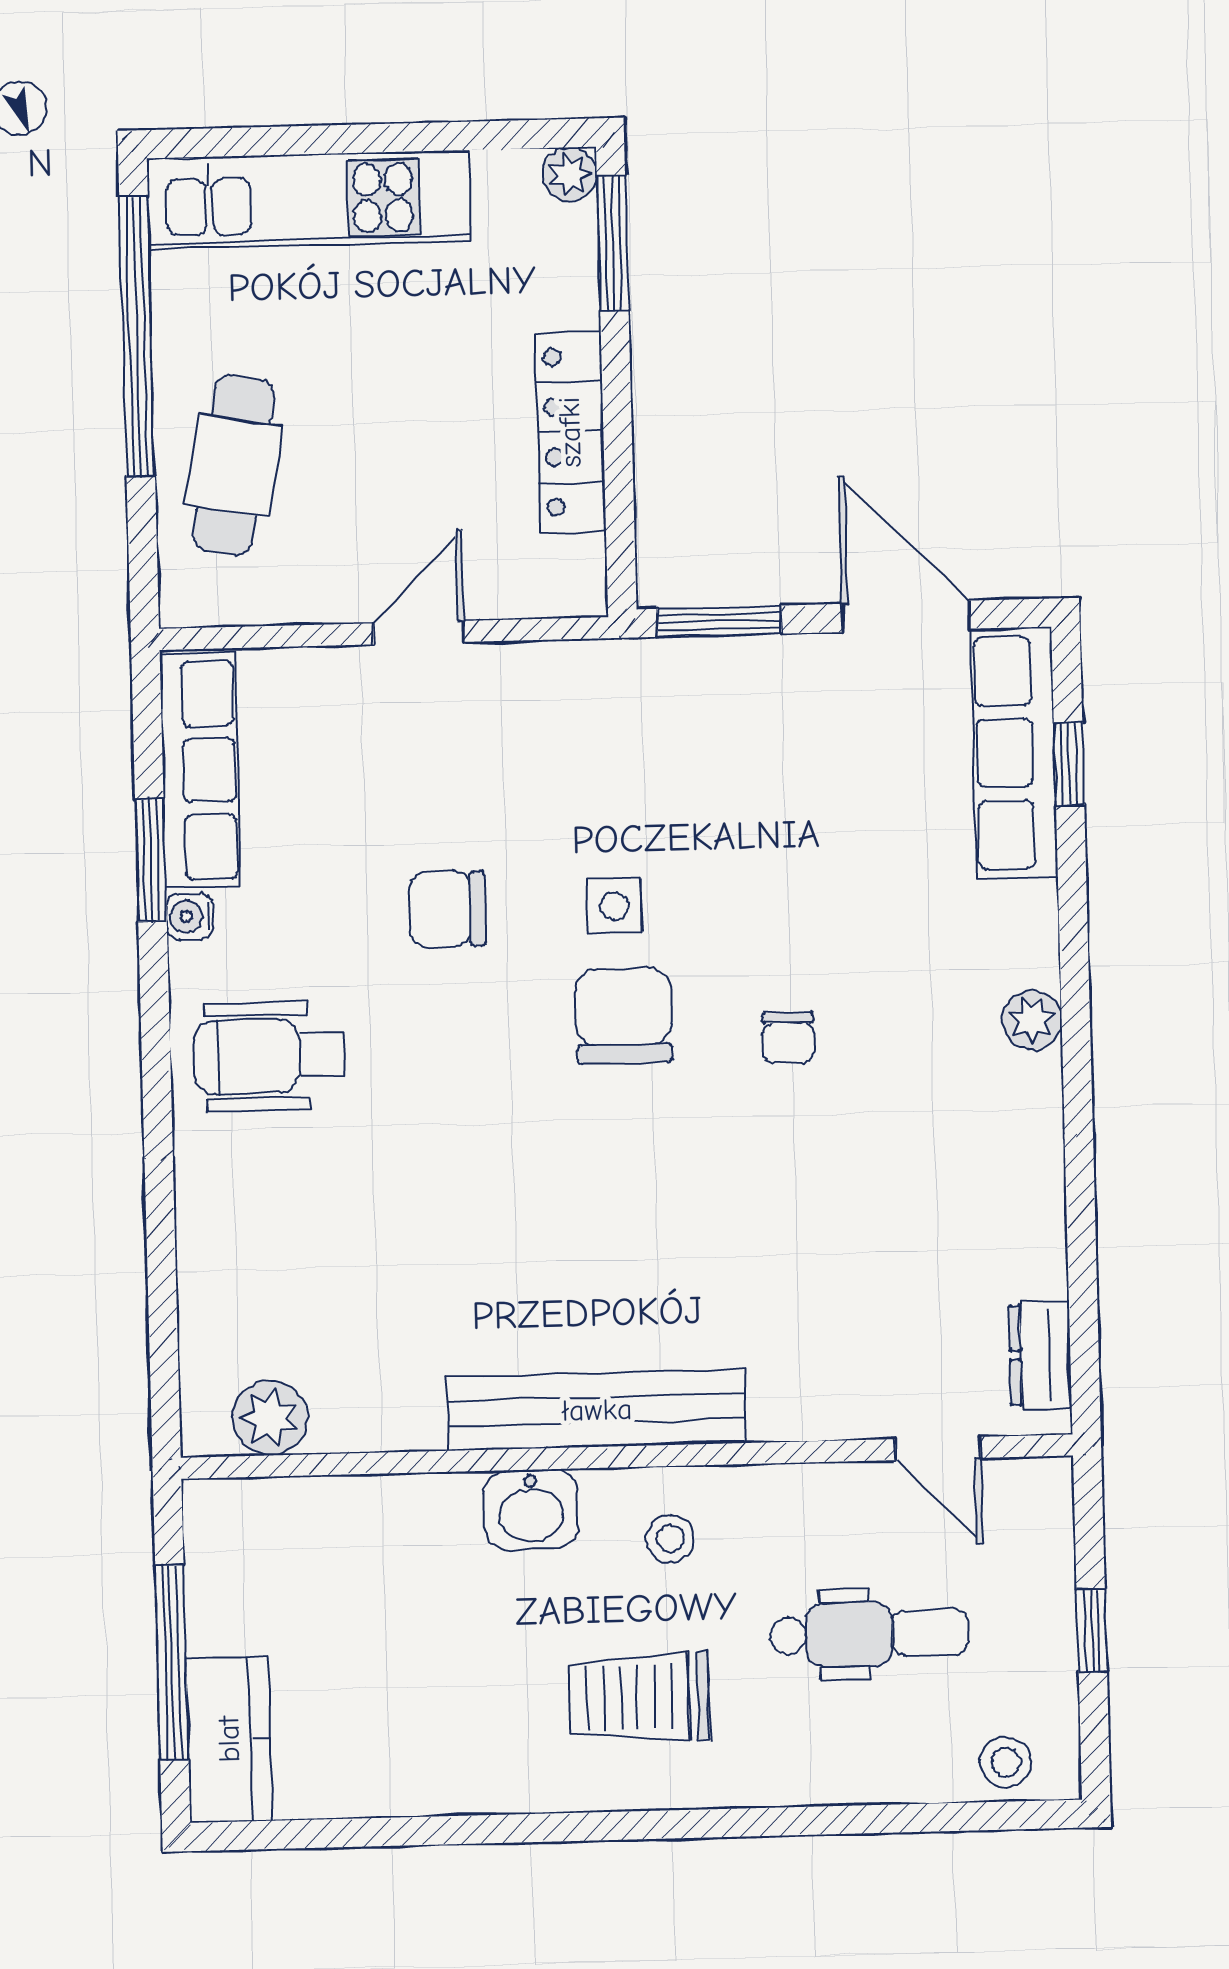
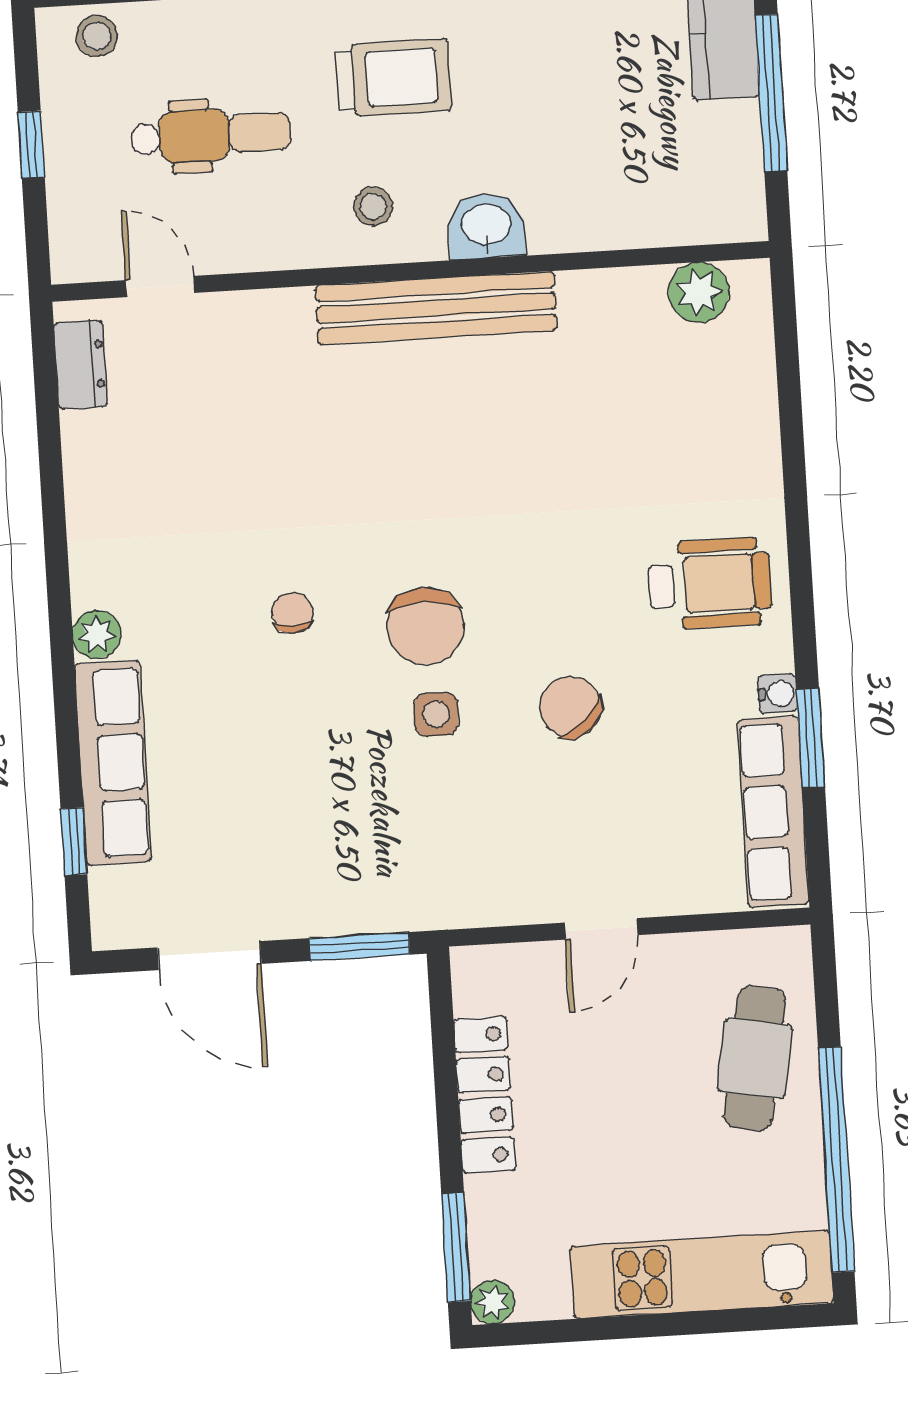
row of seats: (1014, 753) -> (113, 763), moved
chair: (447, 909) -> (571, 707), turned -133
dental chair: (869, 1634) -> (210, 135), turned 180

